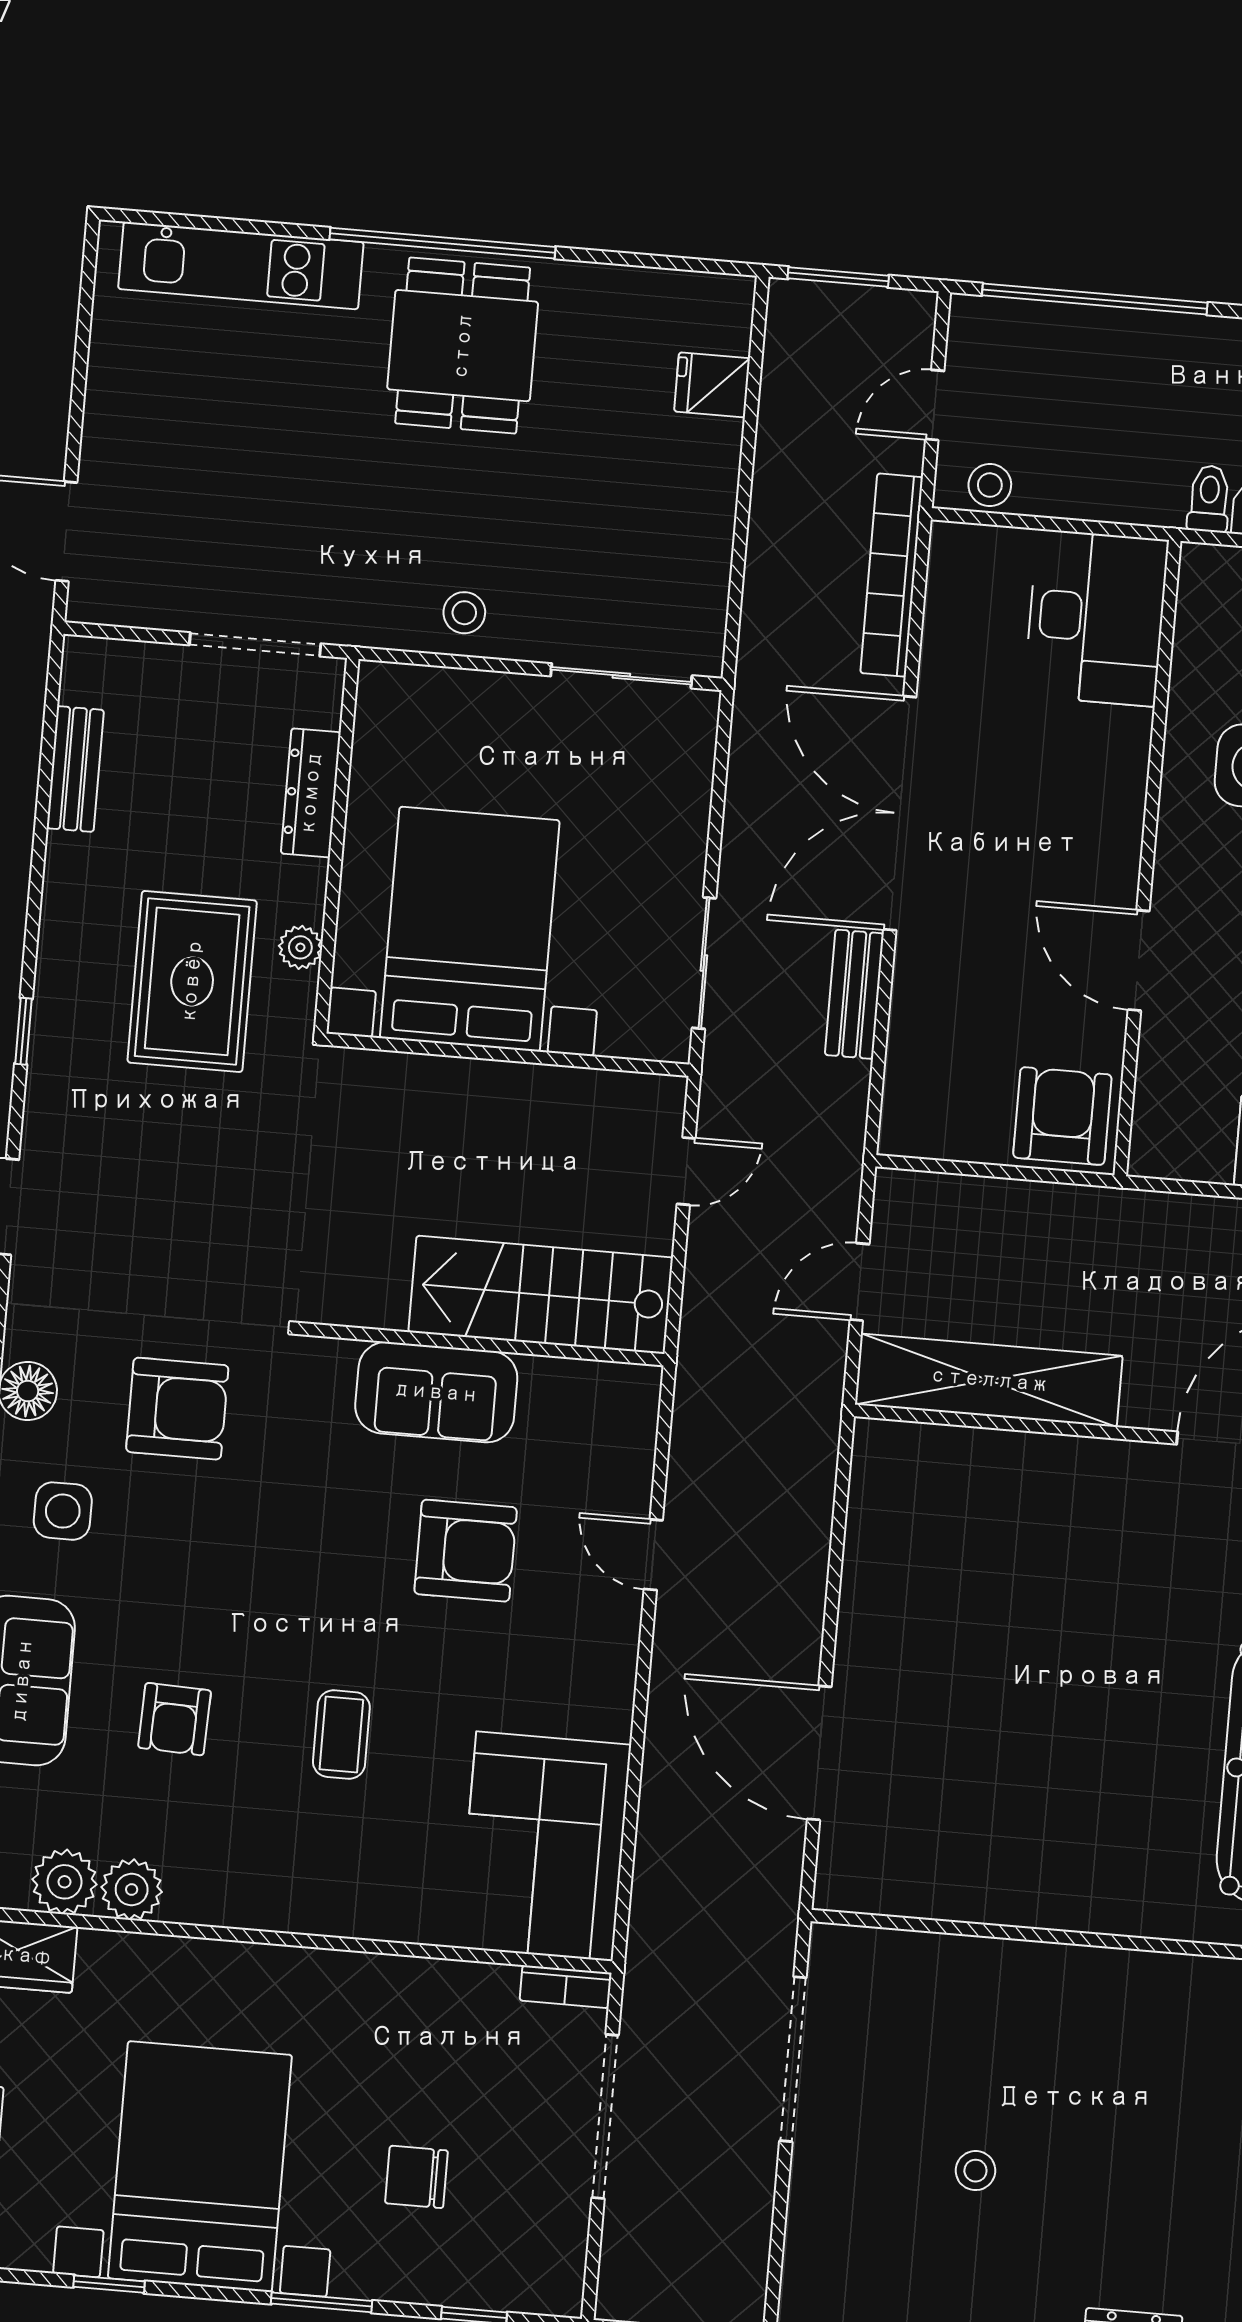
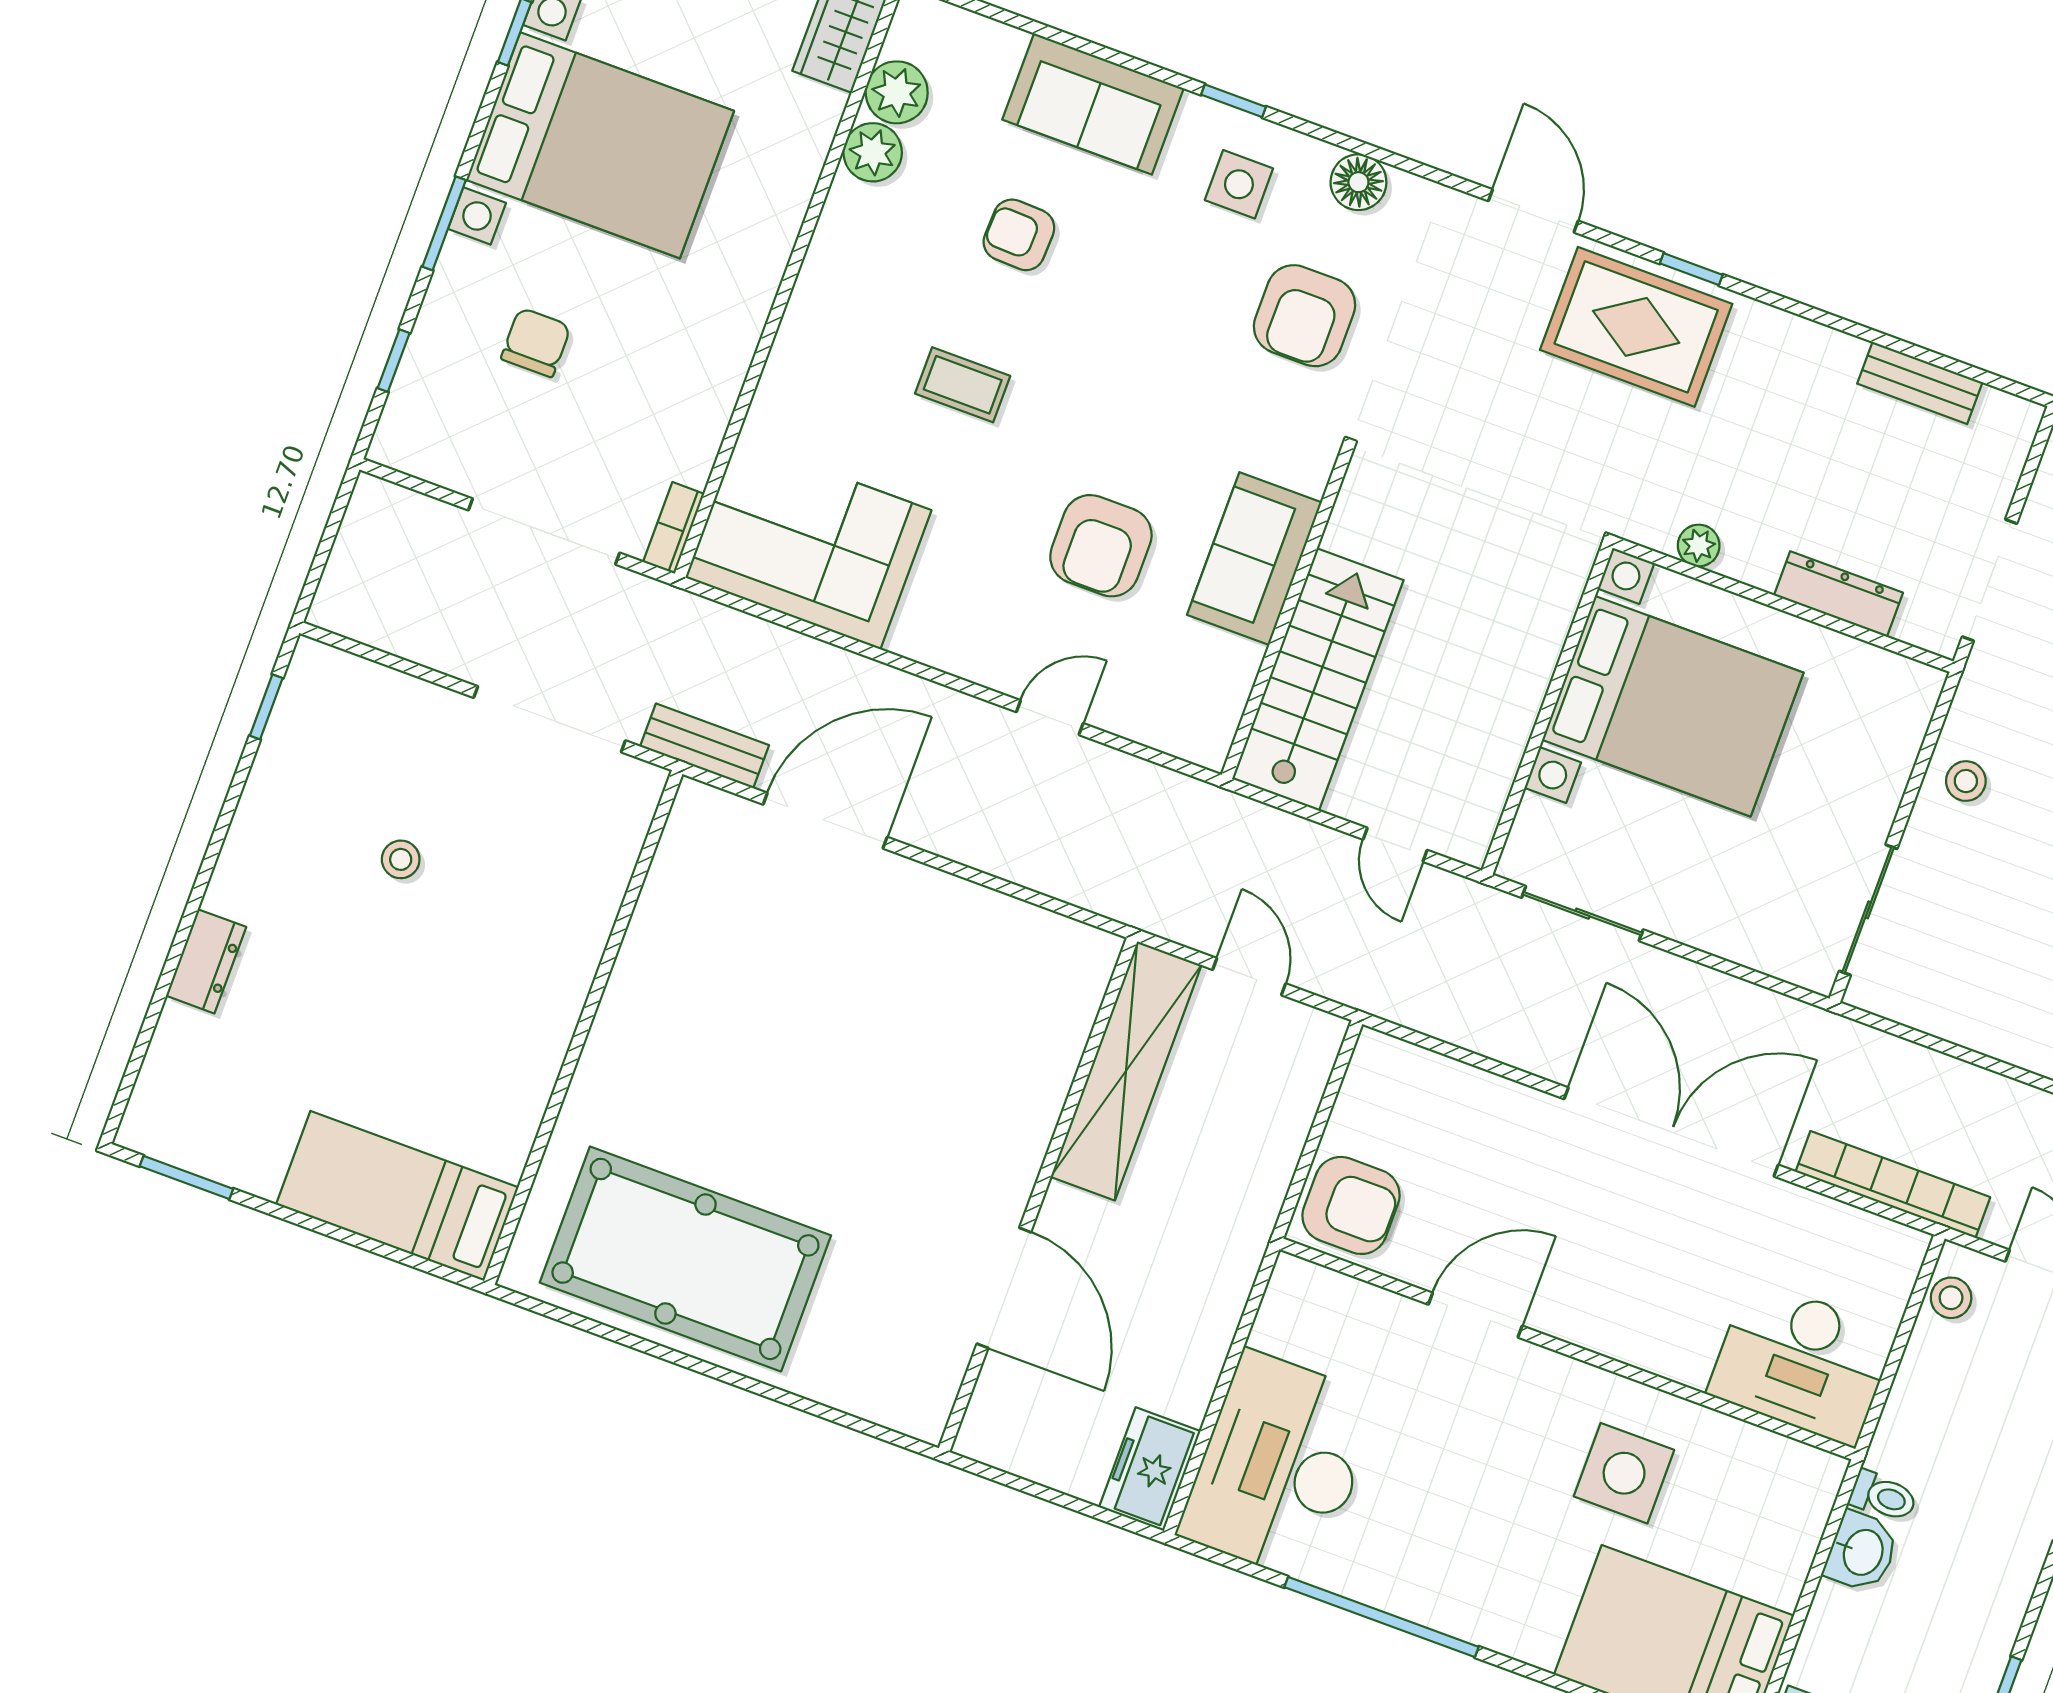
rug: (192, 981) -> (1636, 327), moved
bench: (854, 994) -> (705, 746), moved

